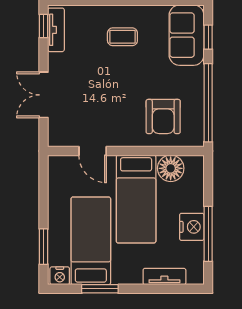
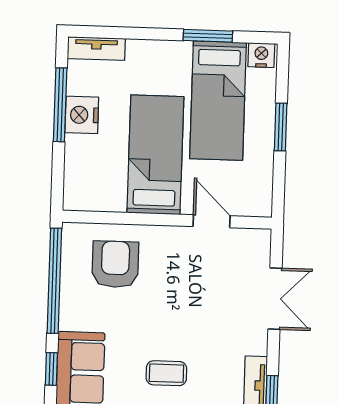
floor lamp: (171, 168) -> (108, 194), removed
window: (44, 247) -> (281, 127), moved
tv unit: (164, 277) -> (96, 49), moved

